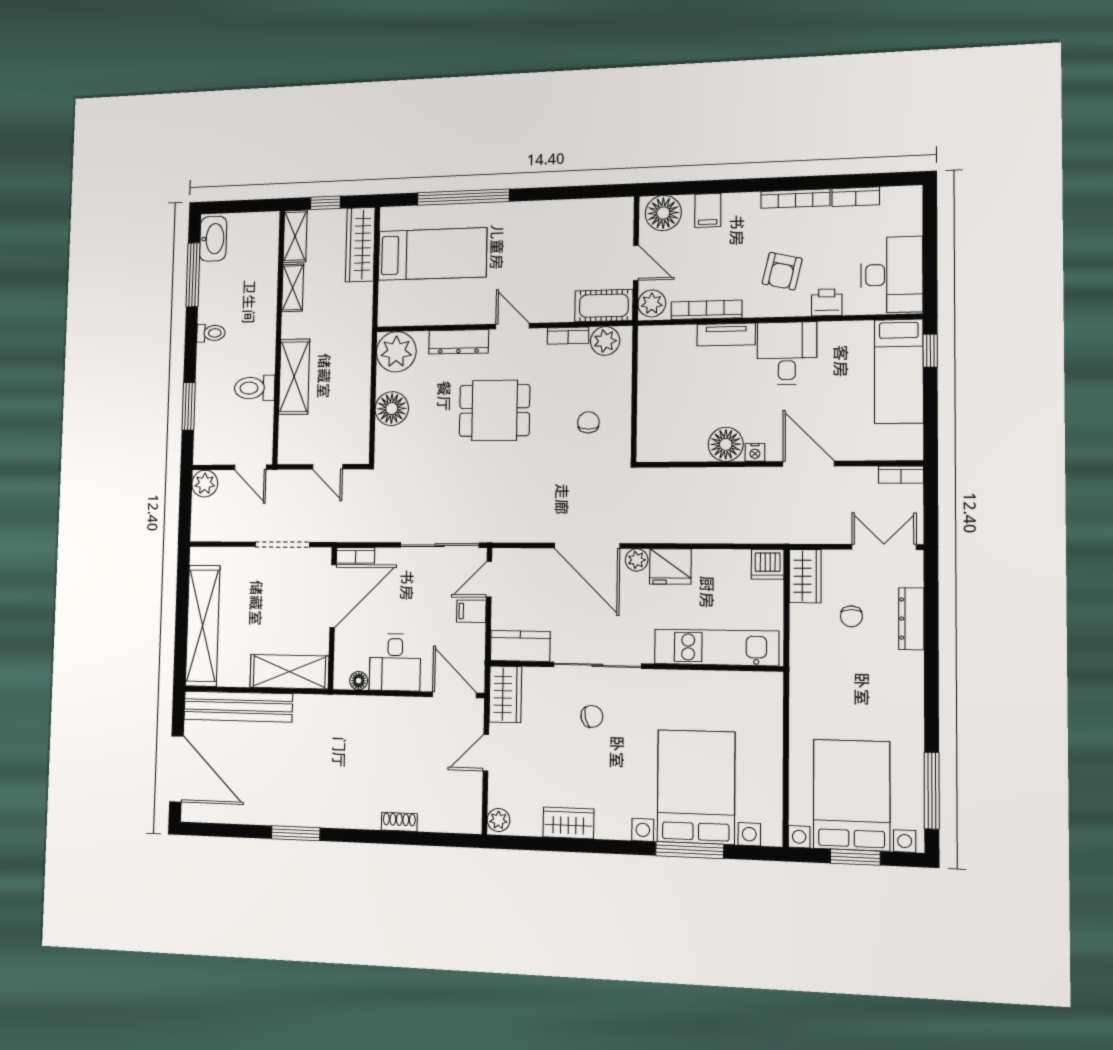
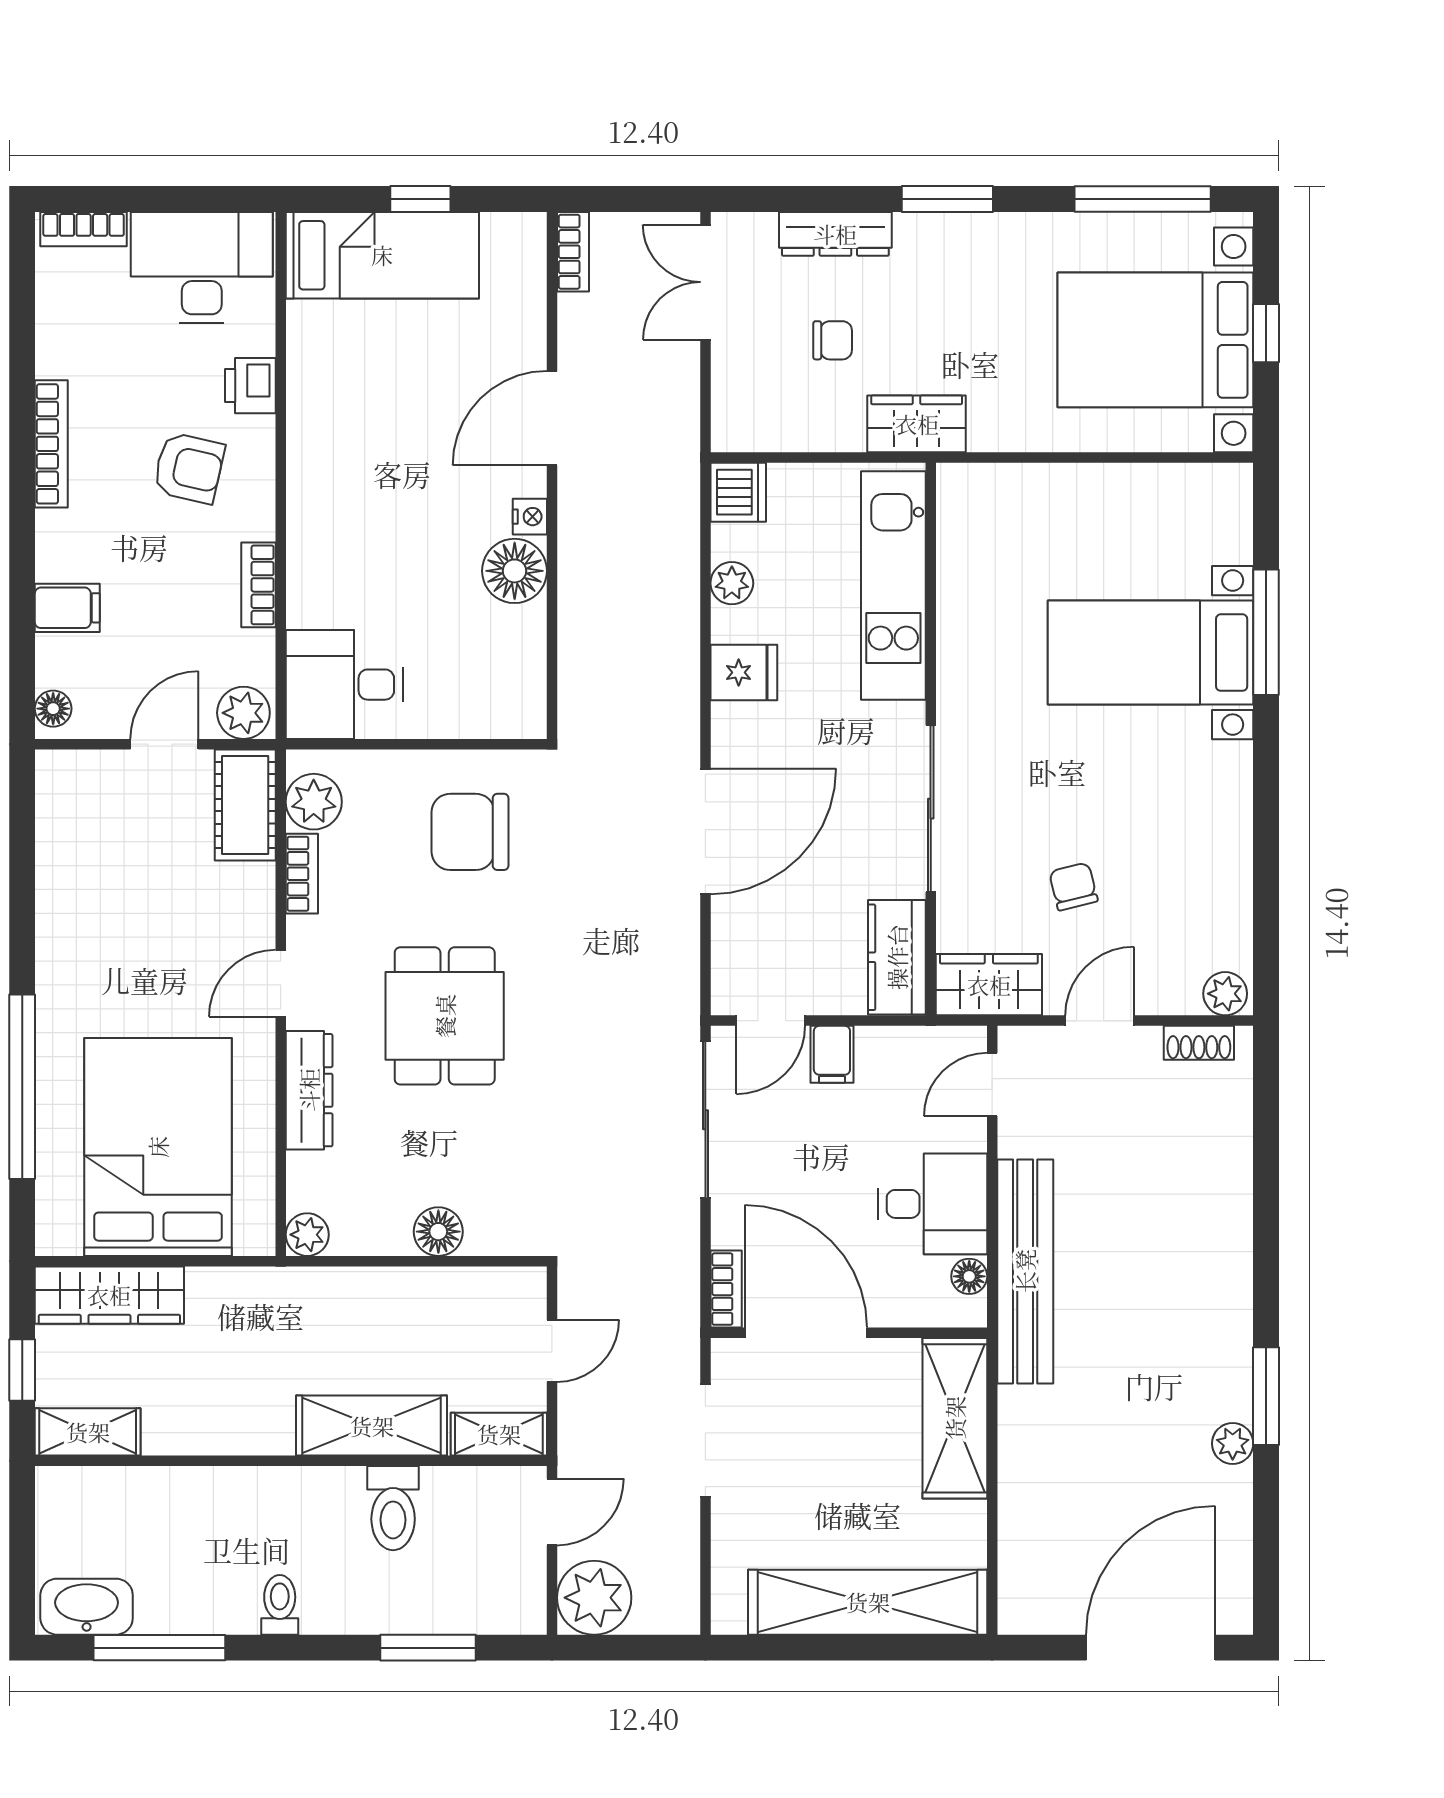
bookcase: (856, 197) -> (84, 229), moved, turned 90
floor lamp: (663, 213) -> (53, 709), width x0.53, depth x0.53
bed: (432, 254) -> (158, 1147), width x1.50
shelving: (293, 288) -> (499, 1434), moved
bookcase: (706, 310) -> (259, 585), width x0.64
tv unit: (726, 334) -> (307, 572), removed
window: (930, 351) -> (420, 199), moved
plant: (396, 352) -> (307, 1235), width x0.53, depth x0.53
desk: (787, 353) -> (345, 685), moved
floor lamp: (392, 409) -> (438, 1232), width x0.73, depth x0.73
chair: (588, 422) -> (470, 832), width x1.87, depth x1.87
plant: (205, 484) -> (594, 1598), width x1.36, depth x1.36
plant: (637, 560) -> (732, 583), moved
fridge: (670, 567) -> (744, 672), width x0.72
wardrobe: (805, 576) -> (917, 424), moved
door: (489, 579) -> (771, 1021), hinge flipped
window: (931, 681) -> (947, 199), added
door: (454, 695) -> (992, 1085), width x0.73
bench: (238, 707) -> (1025, 1271), moved
chair: (592, 716) -> (1073, 886), moved
door: (486, 753) -> (1100, 1021), swing flipped
bed with nightstands: (696, 787) -> (1151, 653), width x0.73
plant: (273, 815) -> (1233, 1443), added
shoe rack: (399, 822) -> (1199, 1043), moved, turned -90
wardrobe: (568, 823) -> (1225, 859), removed
window: (855, 857) -> (1266, 333), width x0.67

